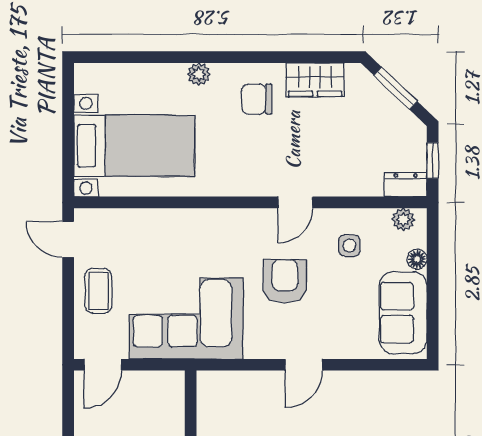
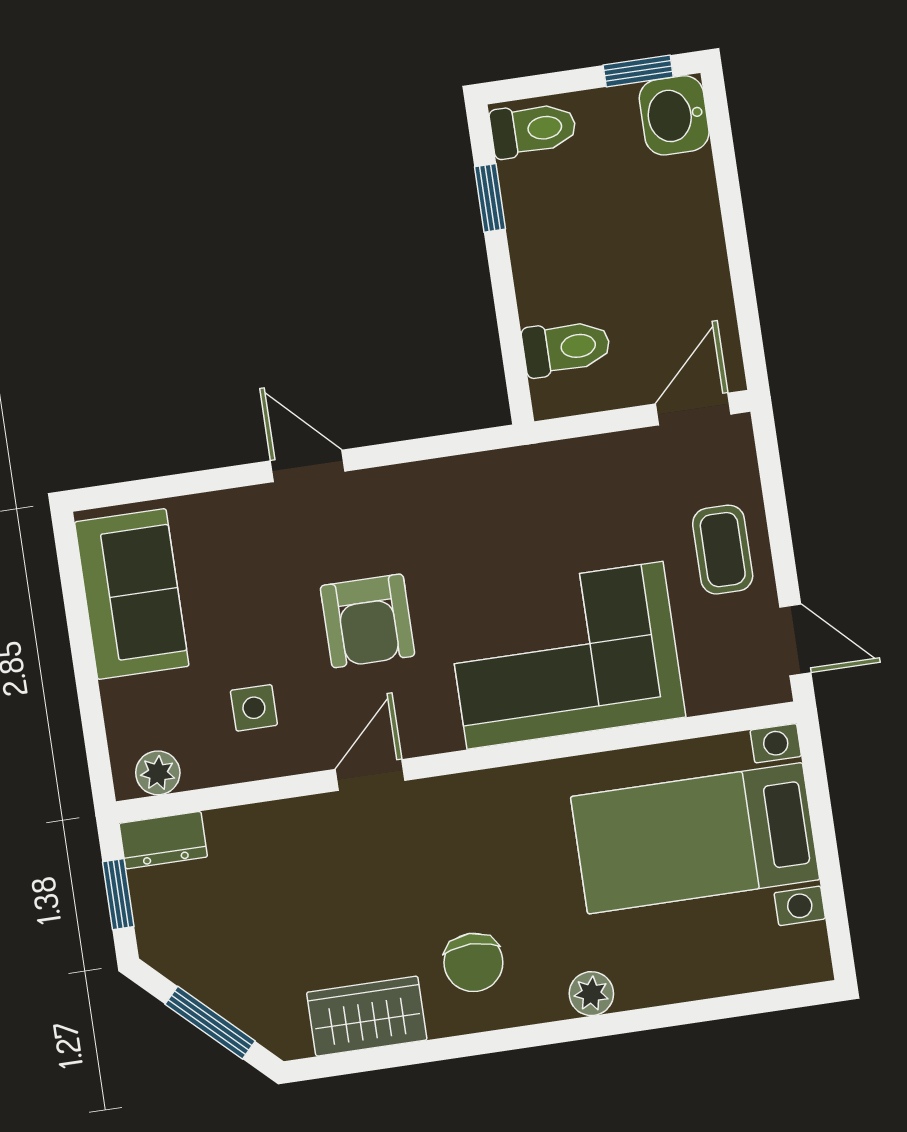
chair: (257, 99) -> (473, 962), turned 90
floor lamp: (417, 259) -> (120, 700), removed
corner sofa: (186, 318) -> (565, 655), moved, turned 180
door: (304, 365) -> (308, 466), hinge flipped
toilet: (163, 406) -> (566, 348), added

